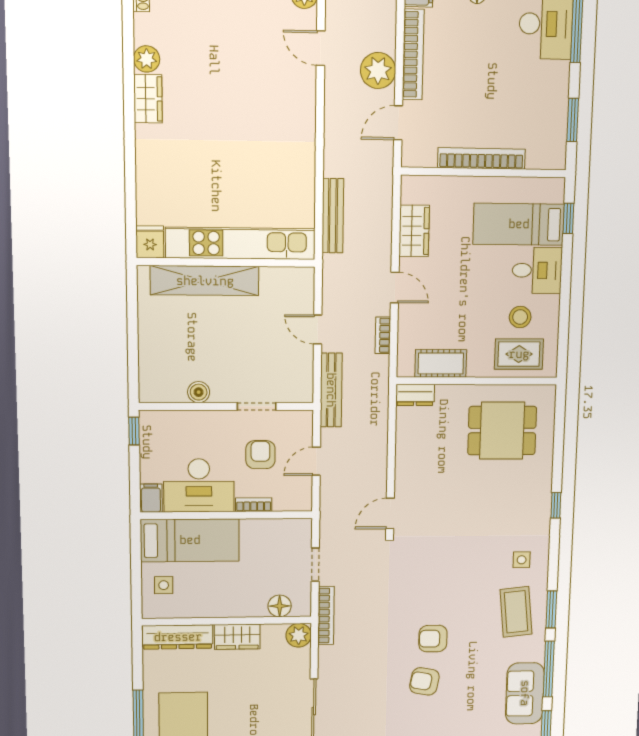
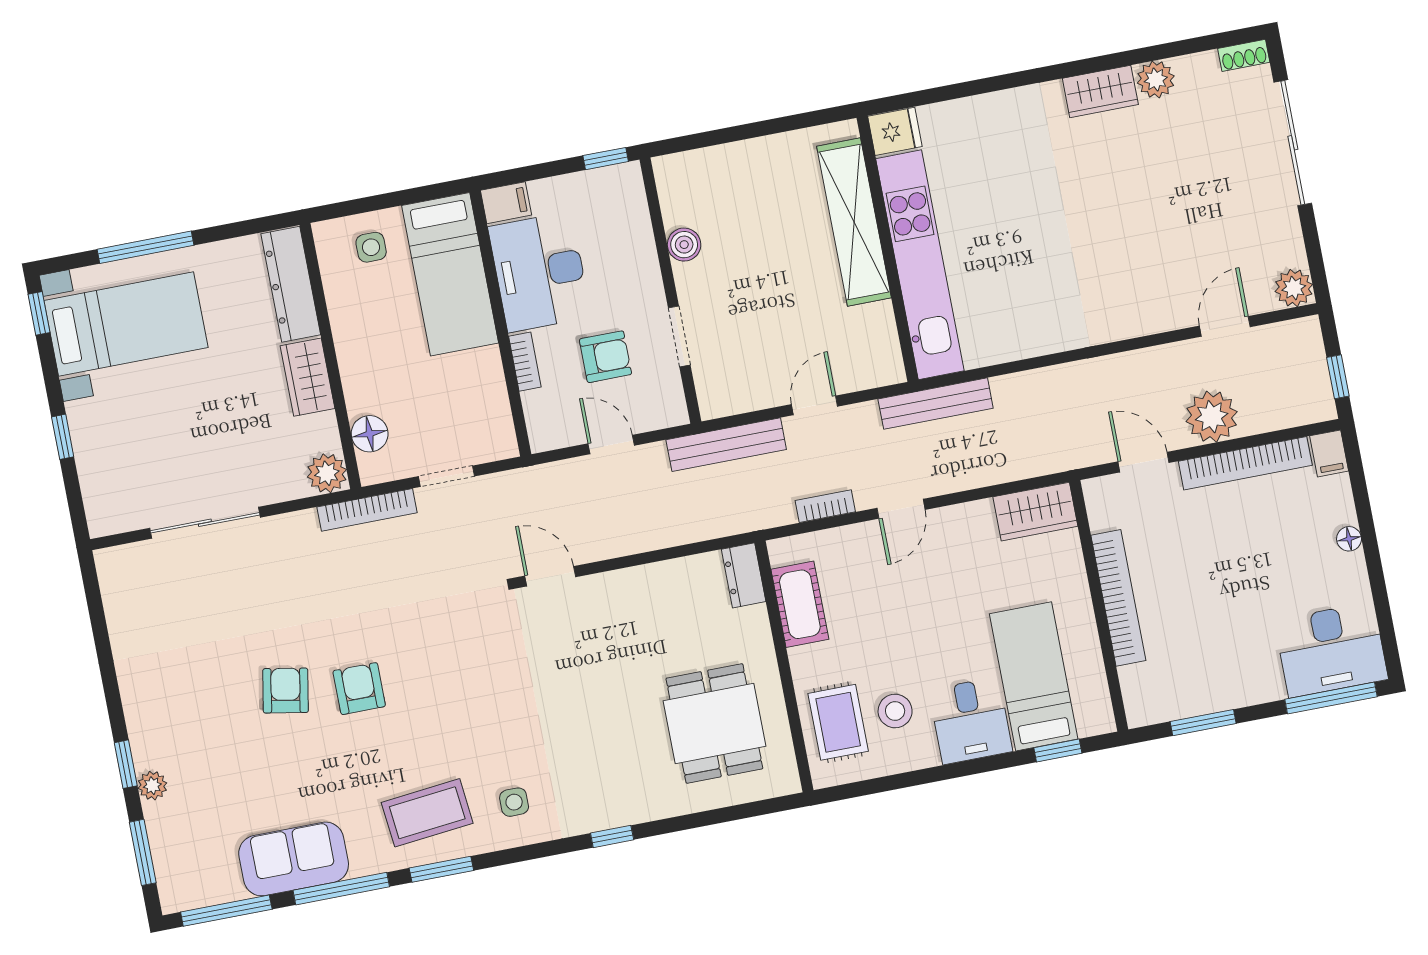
bench: (333, 216) -> (936, 404), moved
wardrobe: (414, 231) -> (1035, 512), moved

